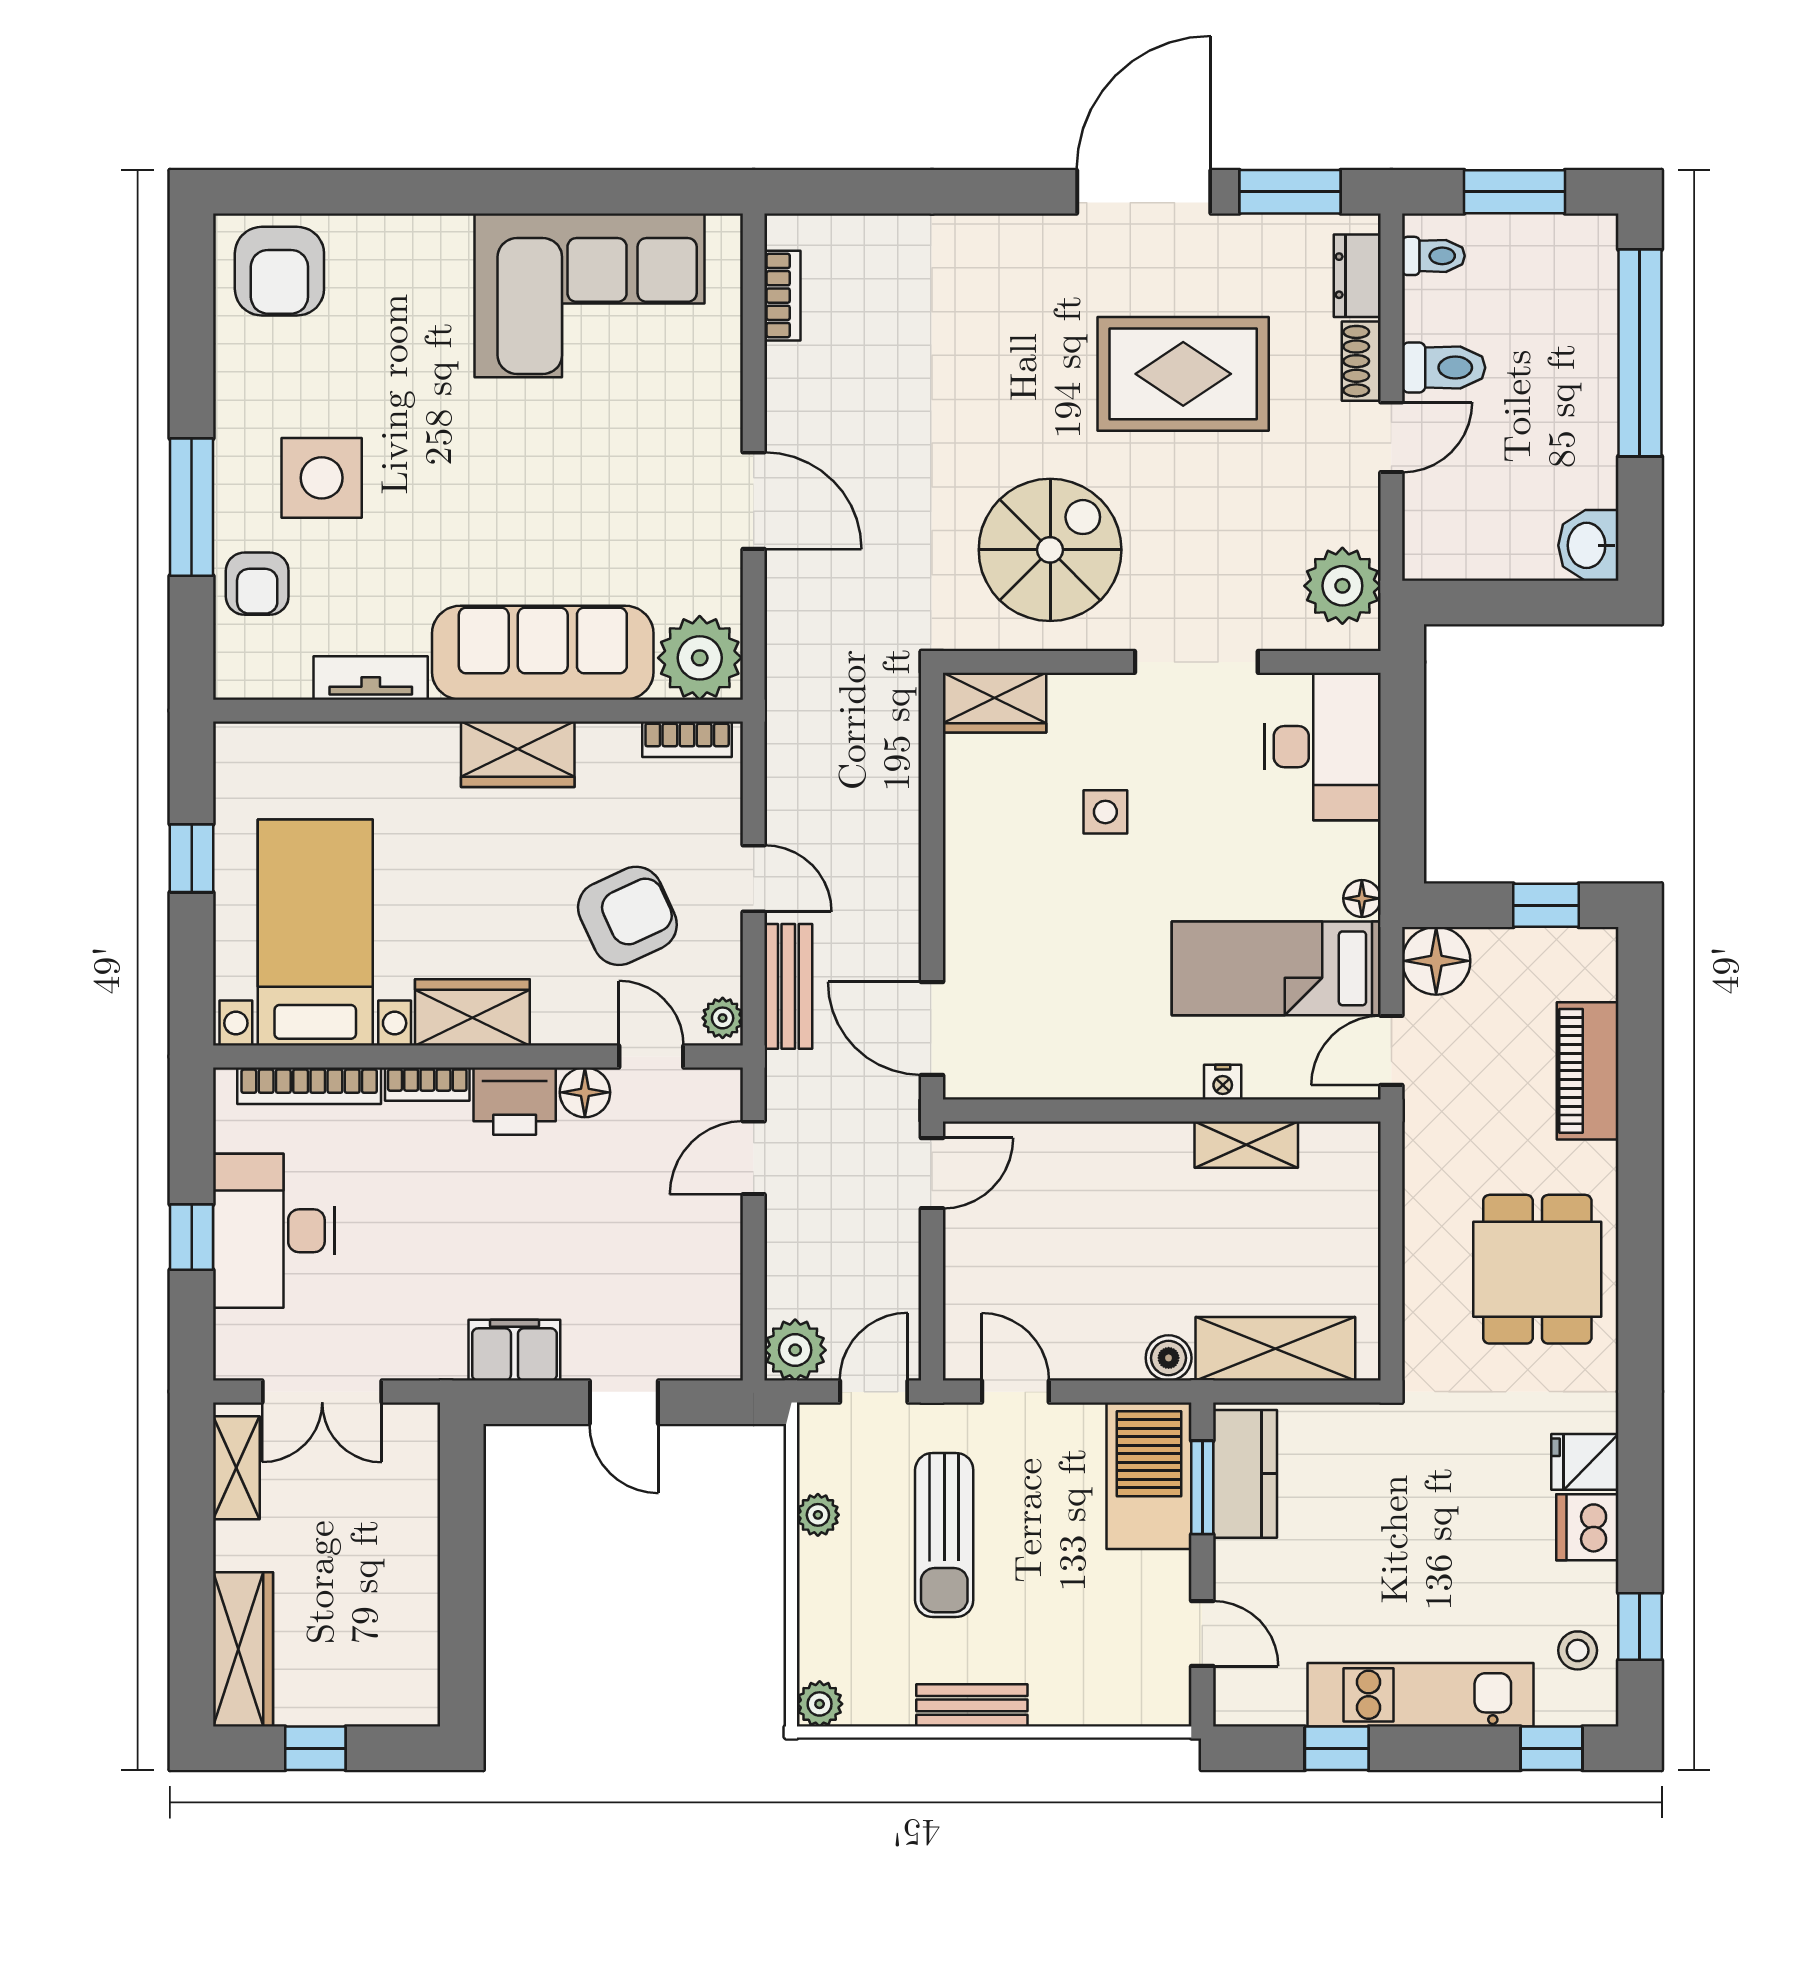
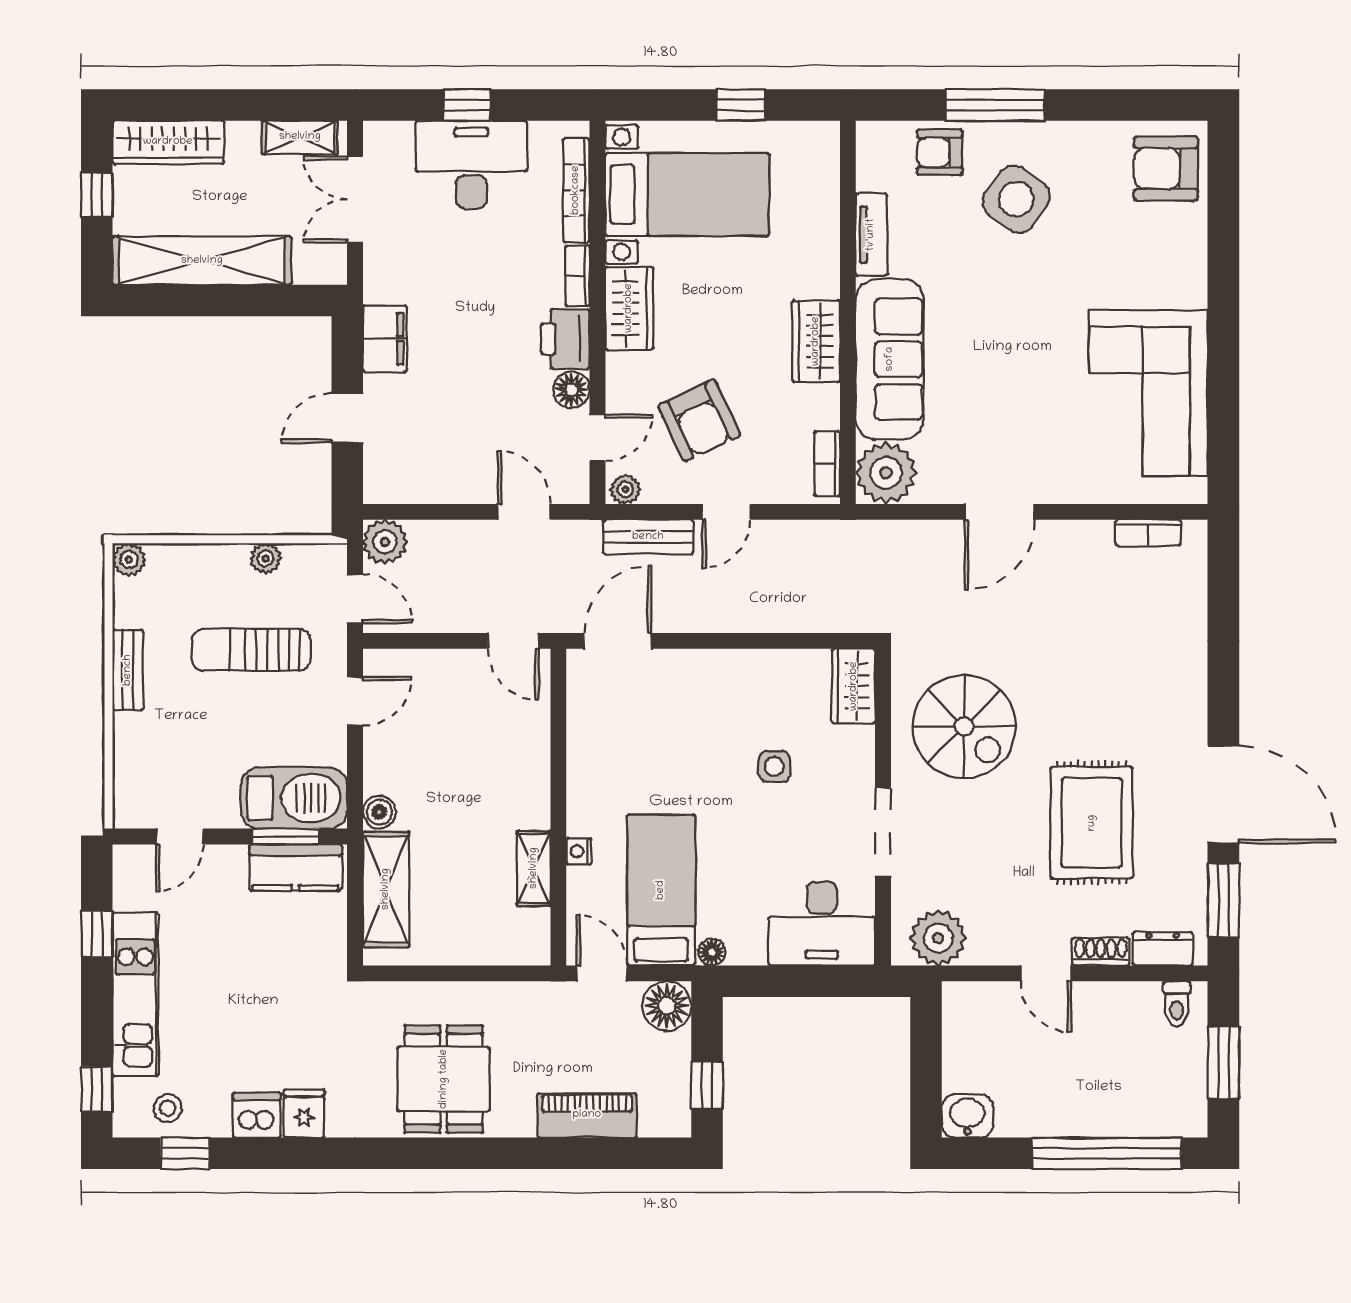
toilet: (1444, 368) -> (1096, 1011), removed
side table: (322, 478) -> (1016, 199), turned 36
dining table: (1537, 1269) -> (444, 1079), turned 90
shelving: (406, 1603) -> (202, 261), added

